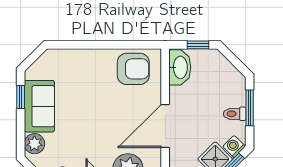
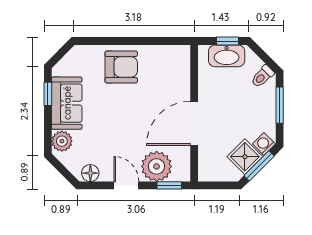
washbasin: (180, 67) -> (227, 56), moved, turned 90
armchair: (133, 69) -> (121, 67), moved
toilet: (235, 114) -> (262, 76), moved, turned -45

